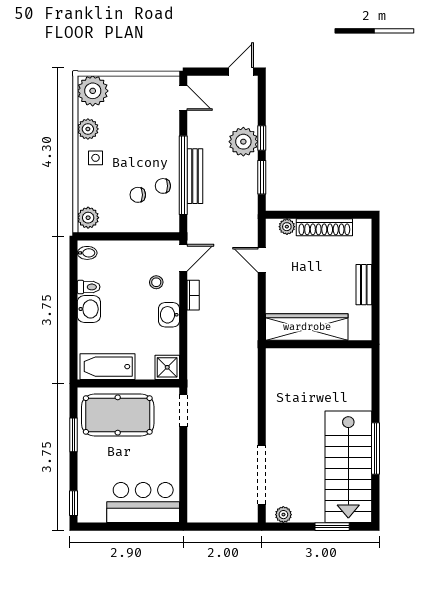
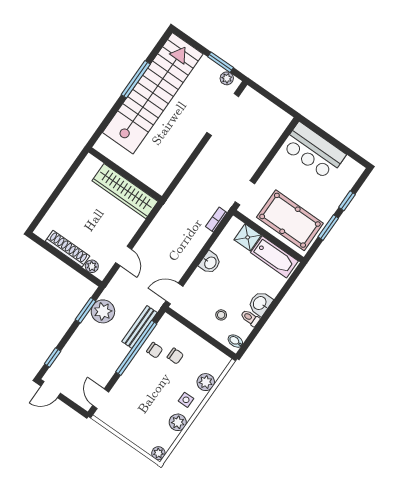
plant: (93, 91) -> (158, 453), width x0.53, depth x0.53
window: (262, 138) -> (53, 358), moved
plant: (243, 142) -> (103, 311), moved
bench: (195, 176) -> (139, 327), moved
plant: (88, 218) -> (206, 382), moved
stool: (156, 282) -> (221, 315), moved
bench: (364, 285) -> (68, 193), removed
bookcase: (193, 295) -> (216, 220), moved
shower: (167, 367) -> (248, 237), moved
stairs: (348, 467) -> (153, 93), width x1.36
window: (73, 503) -> (347, 201), moved
window: (332, 527) -> (221, 62), moved

